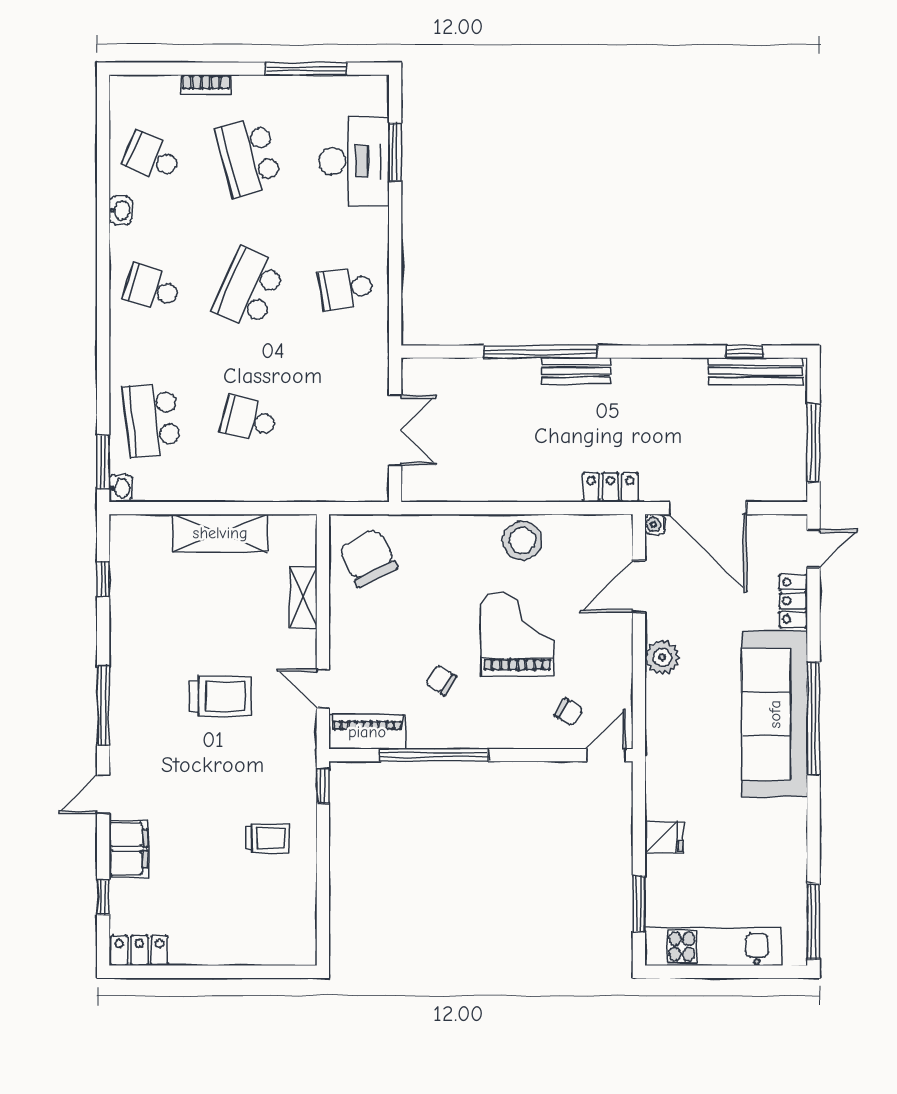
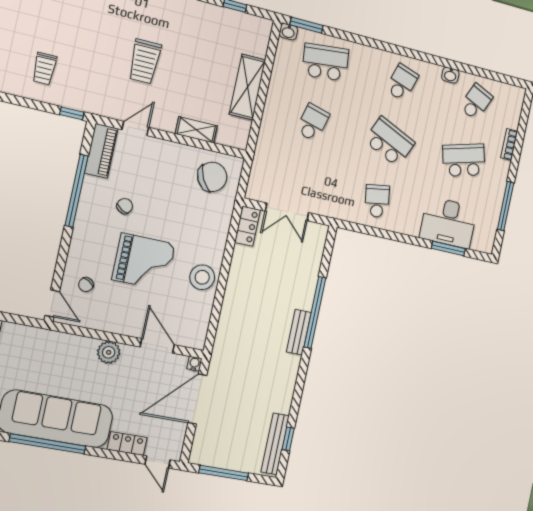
locker: (610, 487) -> (248, 226), moved

